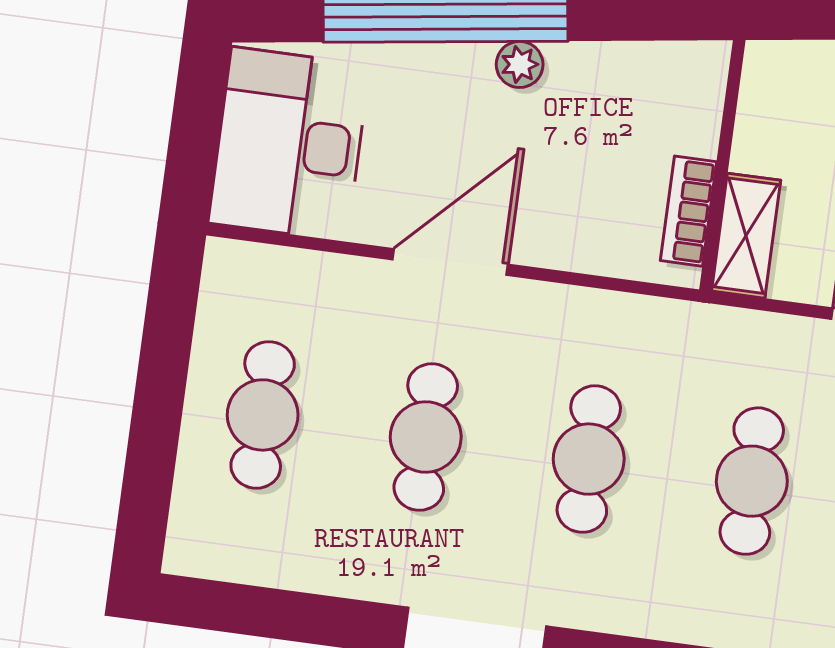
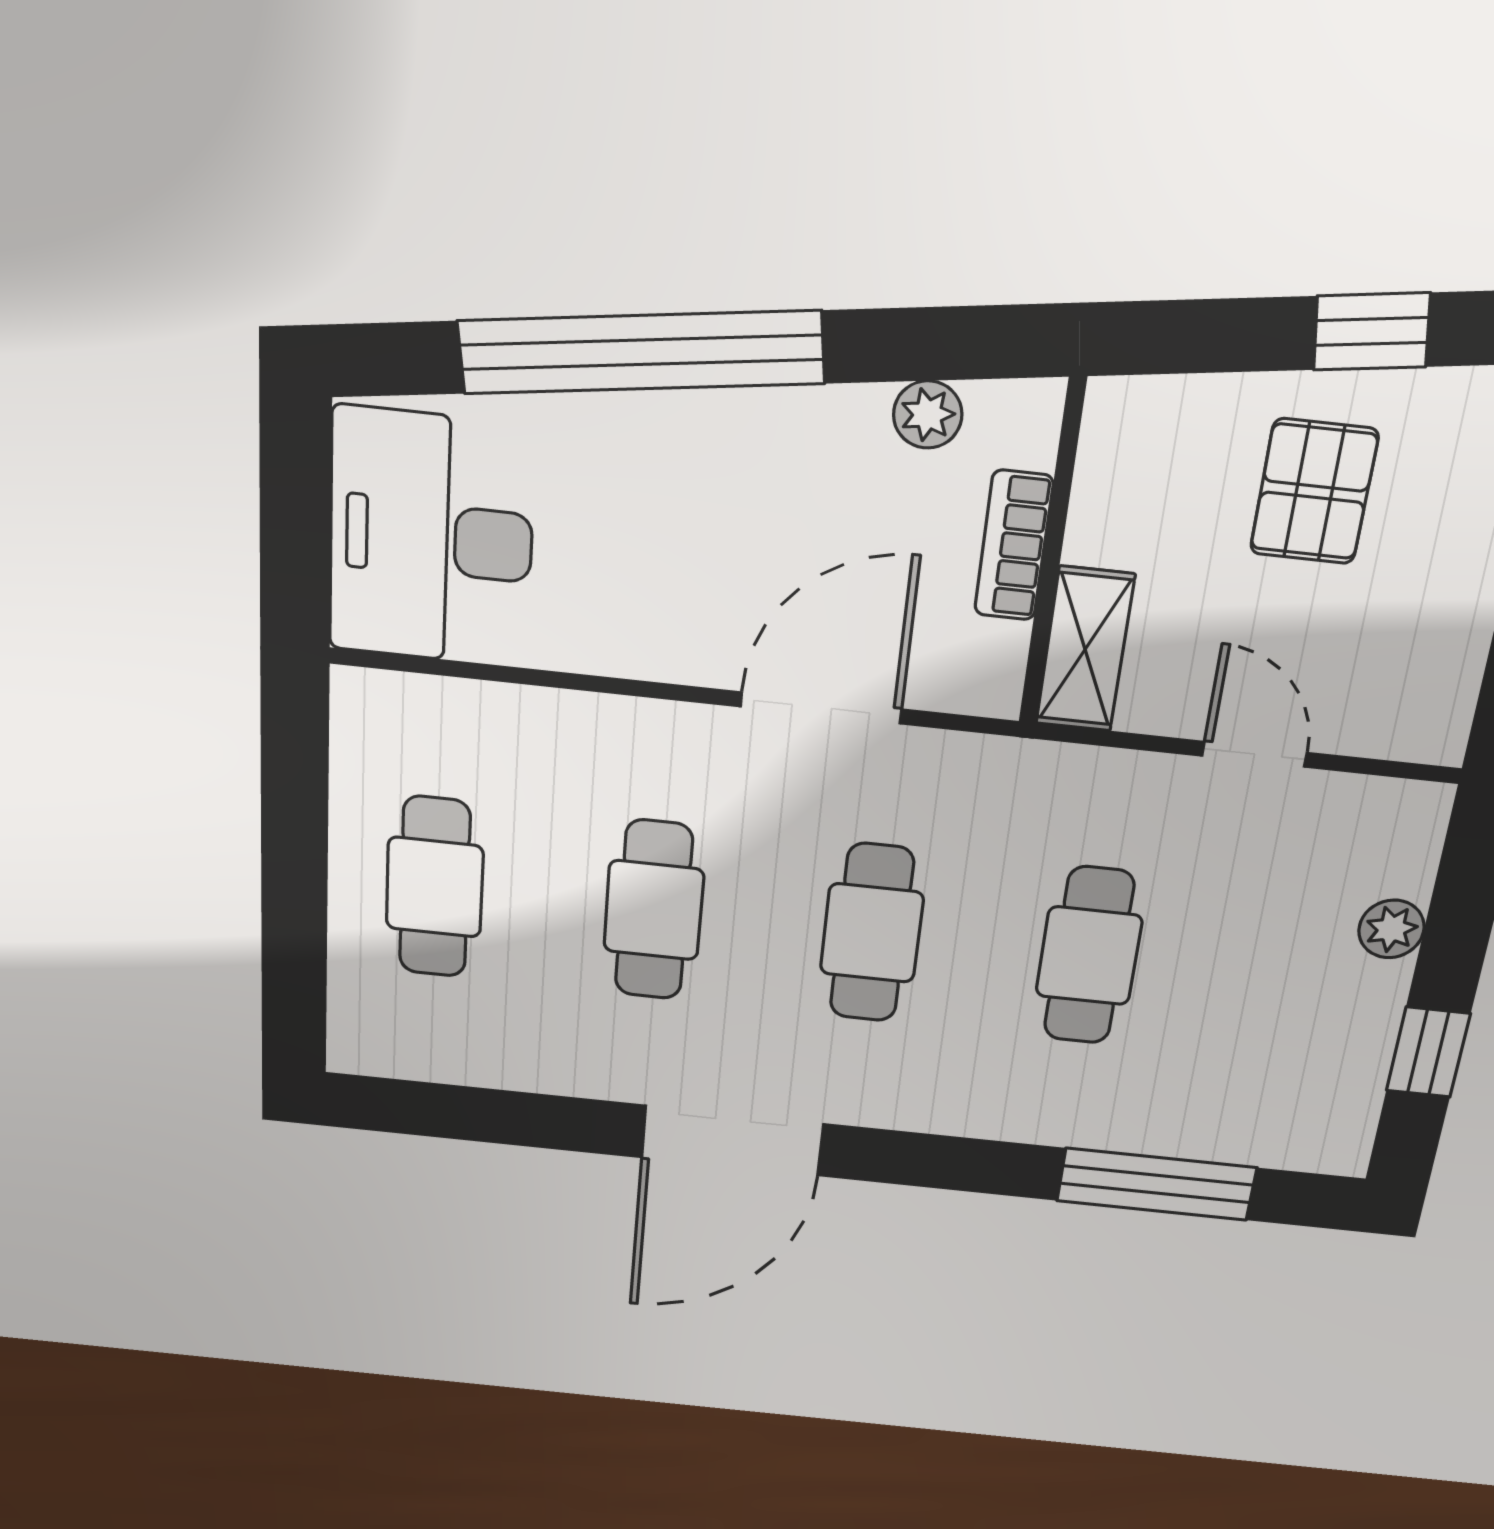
plant: (520, 64) -> (928, 415), moved
bookcase: (689, 211) -> (1014, 546), moved
door: (450, 262) -> (821, 708), moved

